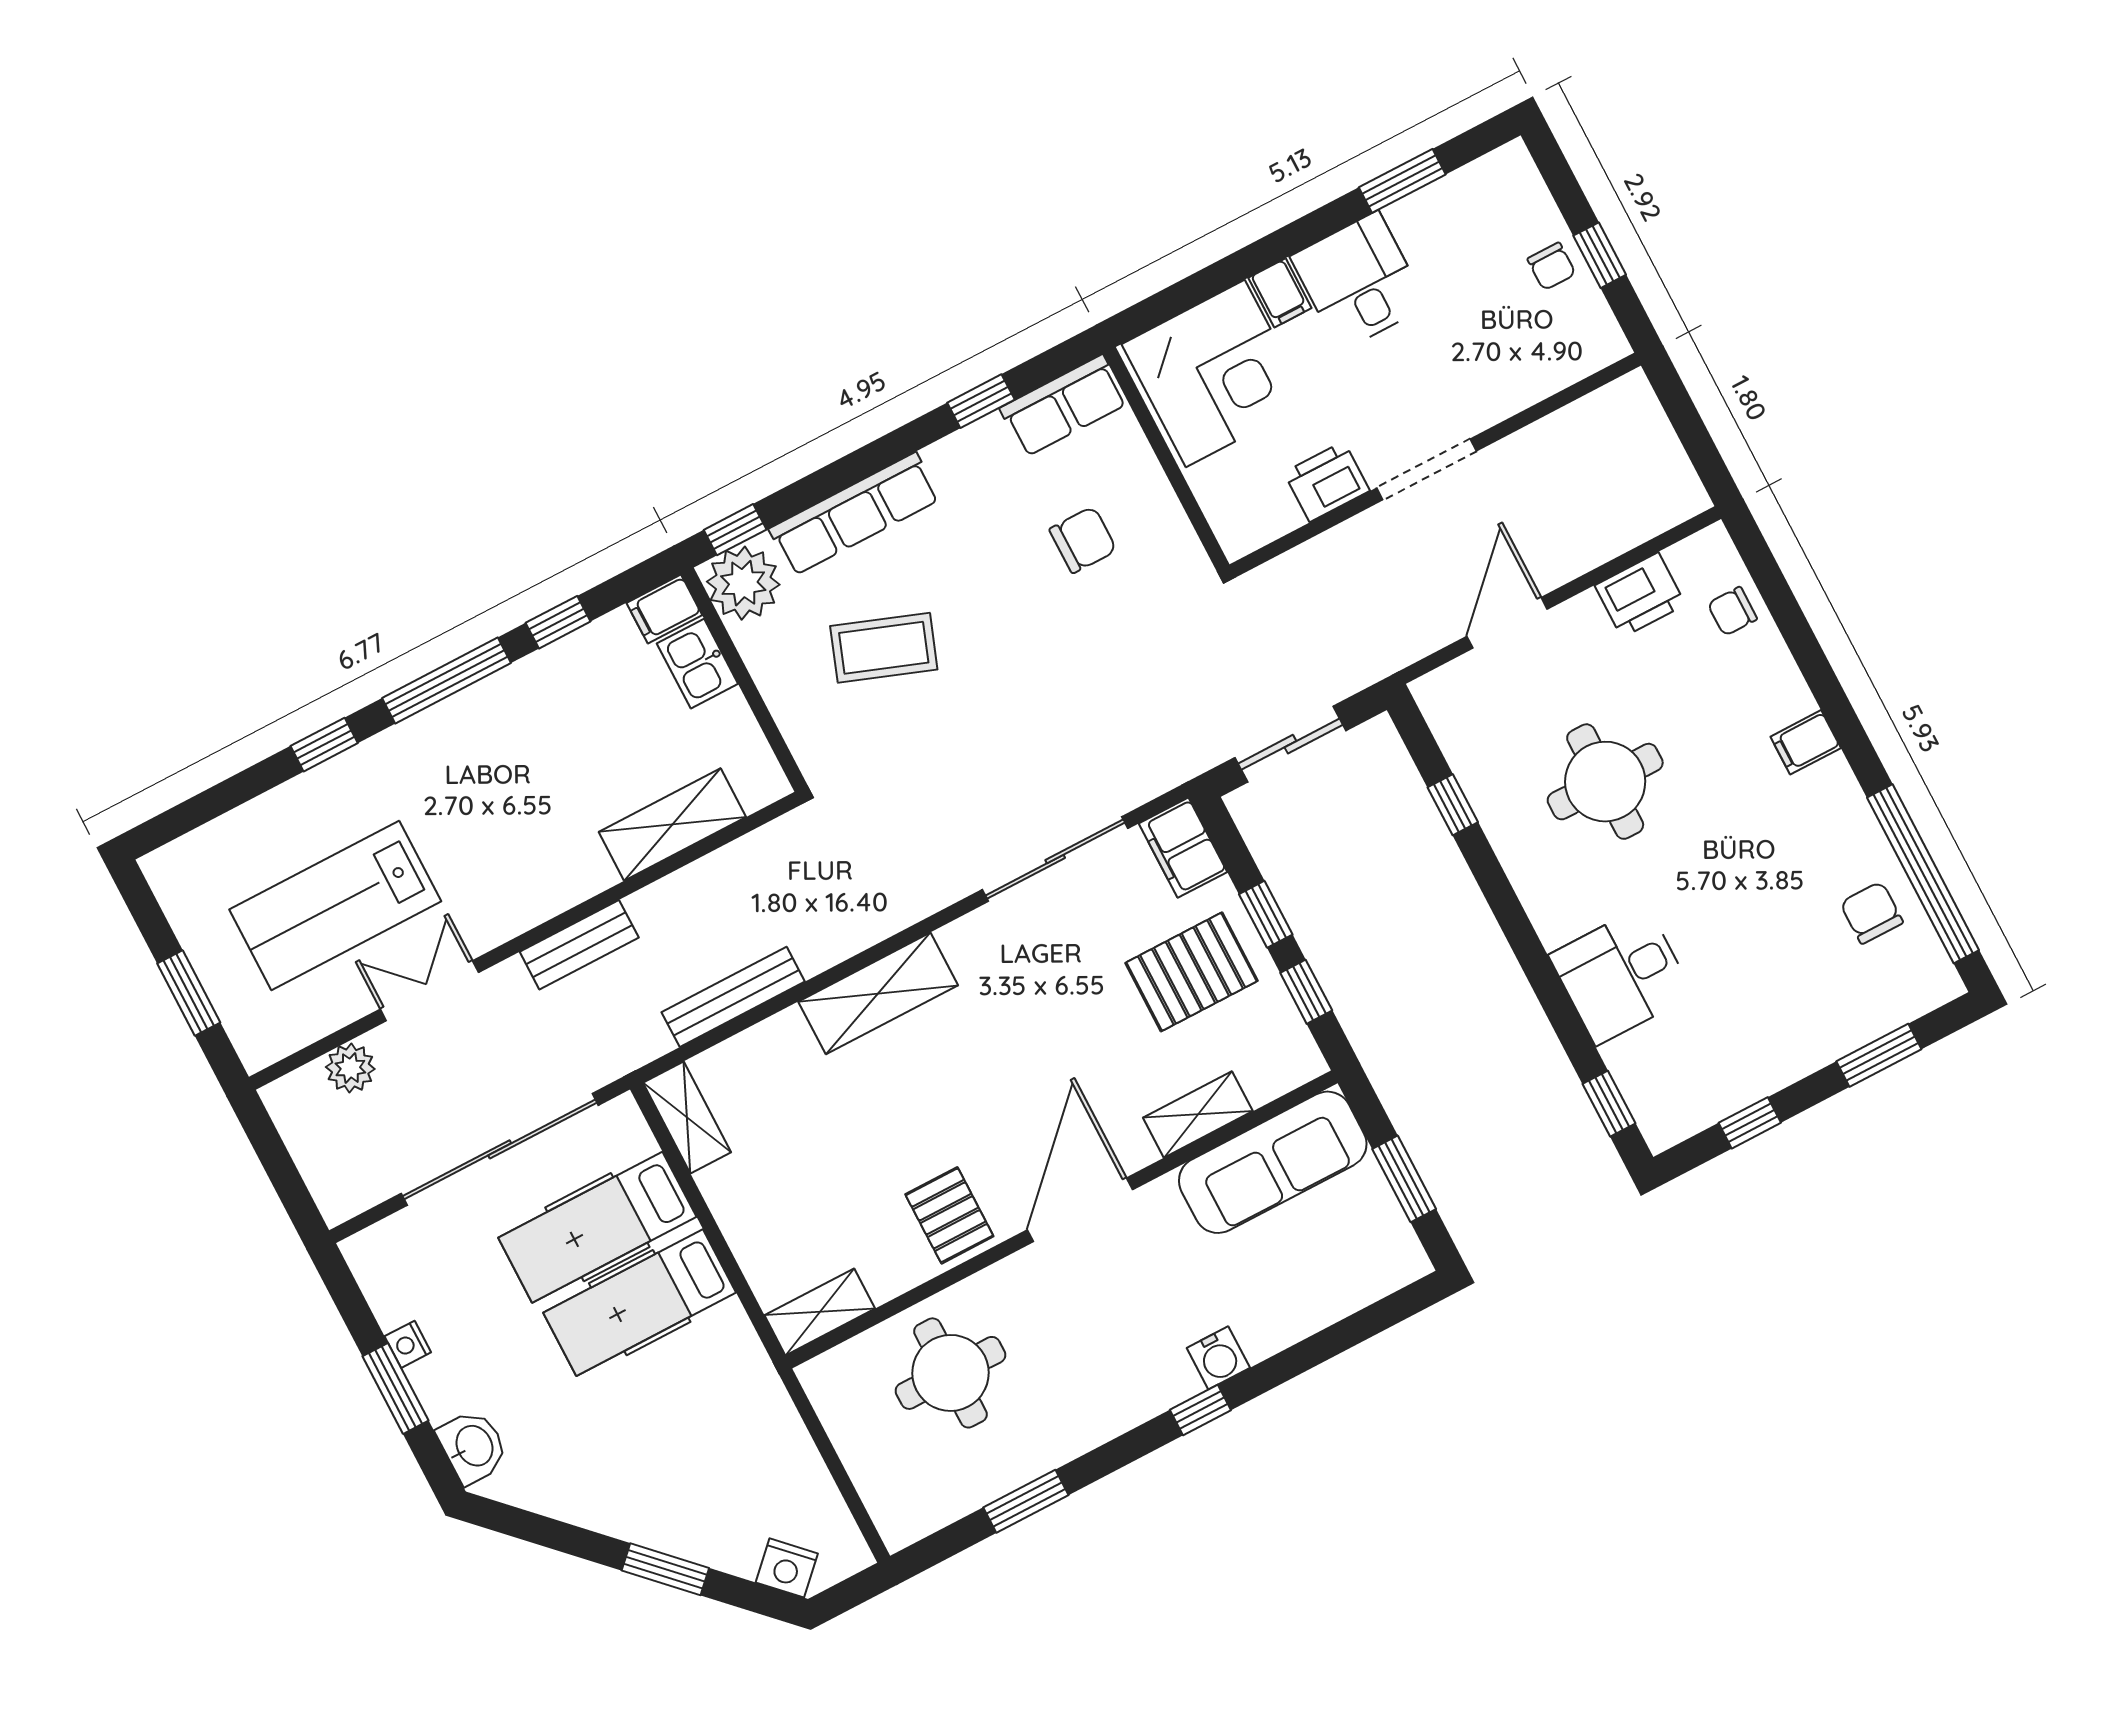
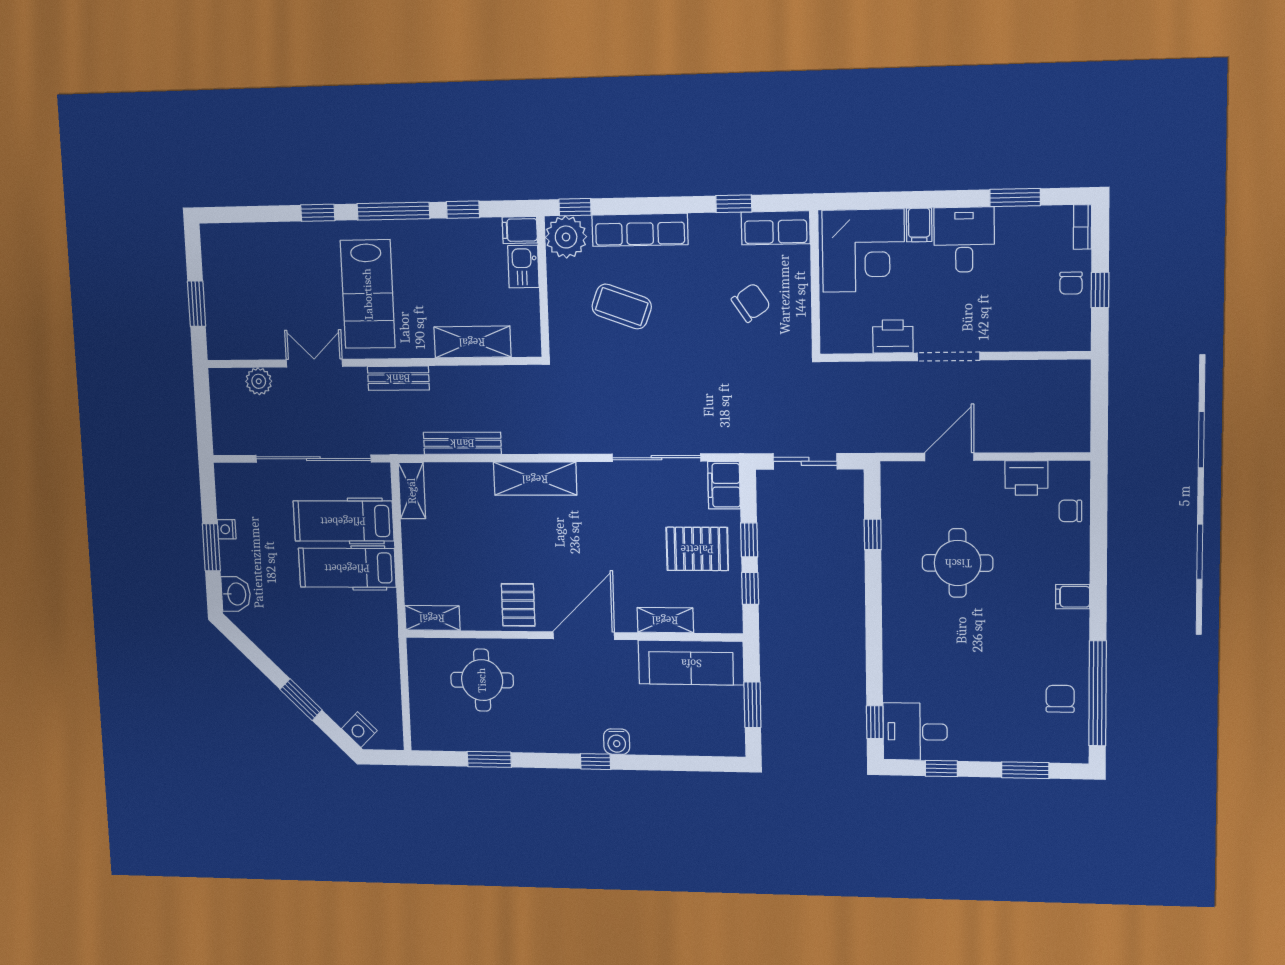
bookcase: (1525, 175) -> (1082, 227), added
chair: (1083, 540) -> (751, 303), turned -34
lab bench: (335, 905) -> (368, 294), moved, turned -90
desk: (1621, 975) -> (915, 732), moved

